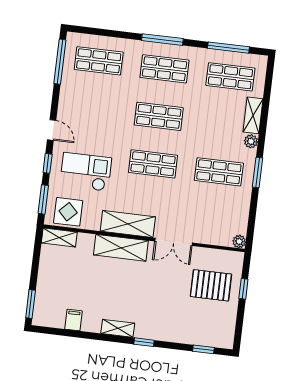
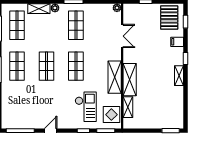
shop shelf: (99, 61) -> (17, 107), removed
door: (52, 130) -> (51, 131), moved
checkout: (86, 172) -> (86, 107), turned 180
shelving: (59, 238) -> (128, 107), moved
double door: (174, 242) -> (122, 36), moved
pallet: (211, 285) -> (169, 18), moved
filing cabinet: (73, 320) -> (177, 42), moved

